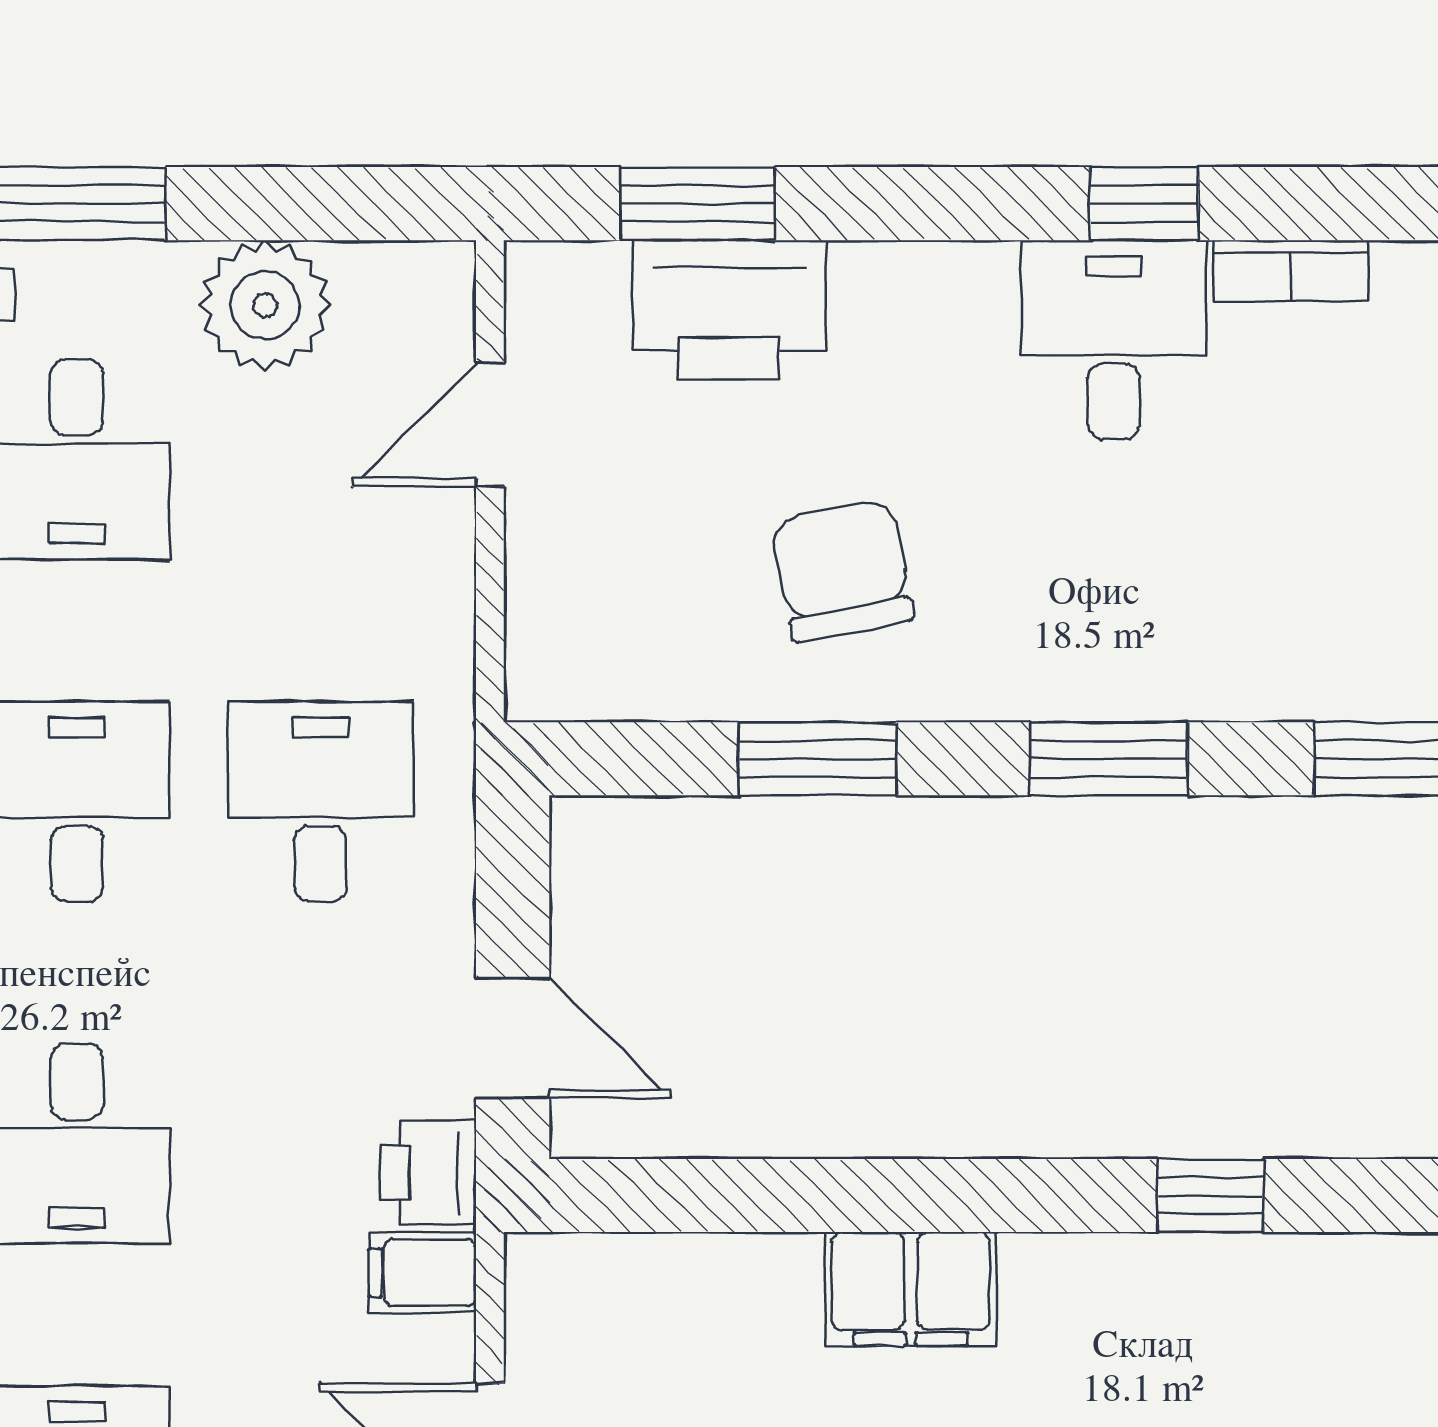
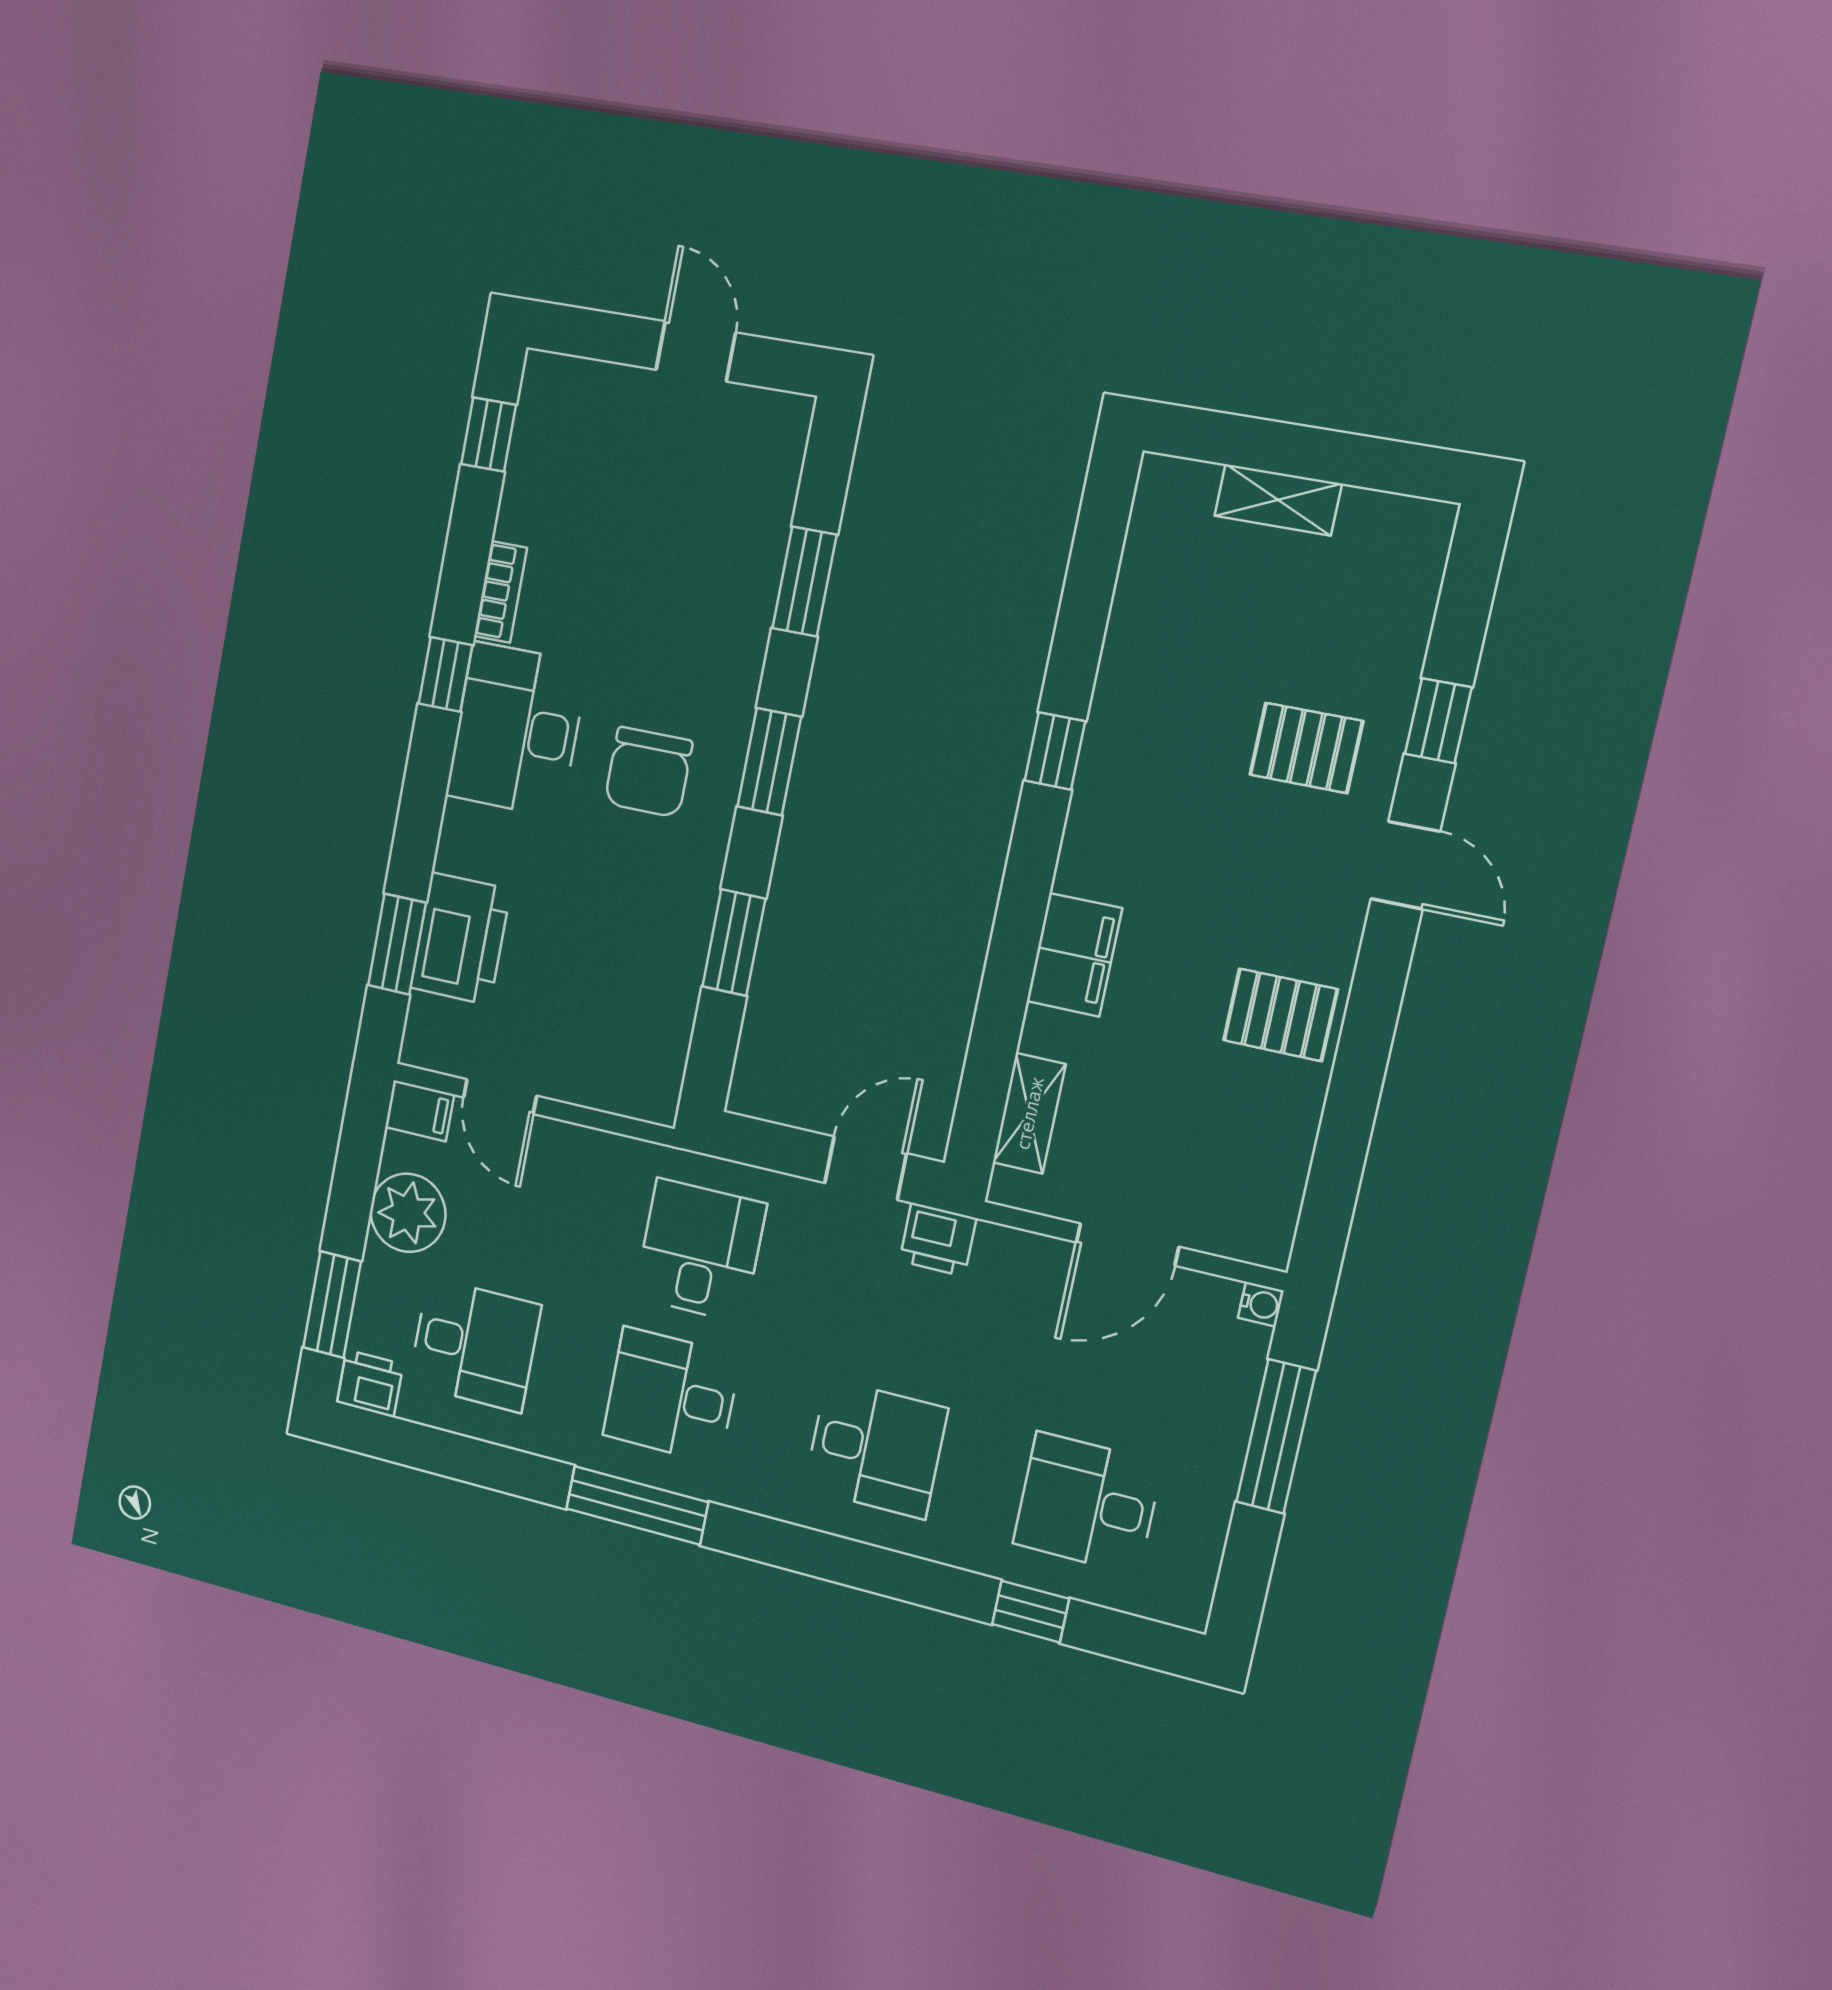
desk: (1114, 340) -> (517, 730), width x1.37
chair: (842, 571) -> (648, 772), moved, turned -79
desk: (321, 802) -> (700, 1251), turned 90
shelving: (655, 1272) -> (1029, 1113), added
filing cabinet: (423, 1273) -> (420, 1111), moved, turned -90

